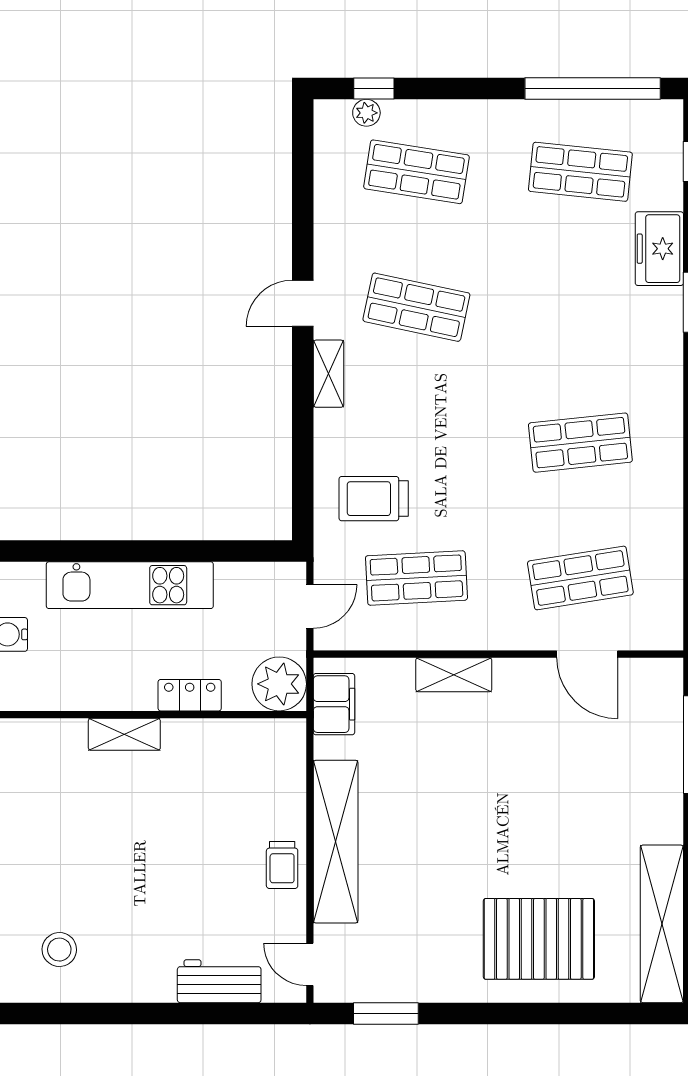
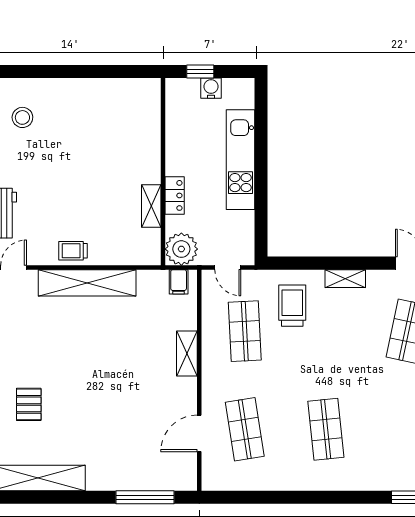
shelving: (329, 374) -> (345, 279), moved
filing cabinet: (334, 704) -> (179, 282), width x0.50
shelving: (124, 734) -> (151, 206), moved
pallet: (539, 939) -> (29, 404), width x0.49, depth x0.50

